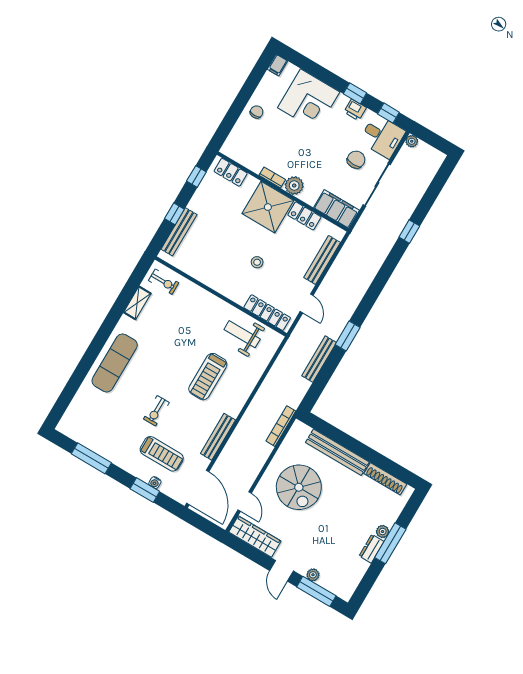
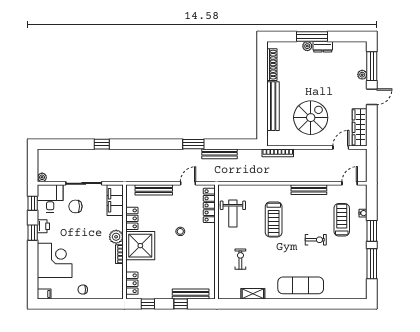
exercise bike: (164, 282) -> (240, 259), moved
treadmill: (208, 377) -> (274, 219), turned 90
door: (198, 487) -> (350, 183), width x0.53
window: (145, 490) -> (372, 231), moved

